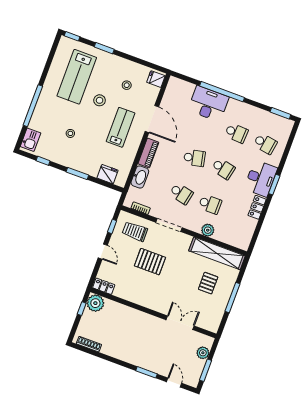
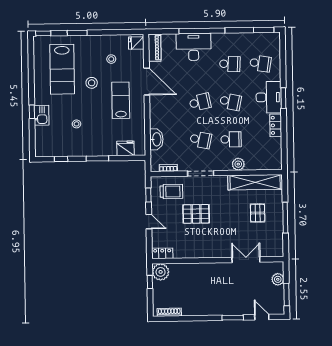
window: (33, 106) -> (32, 112), width x0.32
kitchen sink: (31, 140) -> (41, 115), moved
piano: (148, 153) -> (155, 48), moved
trolley: (135, 231) -> (171, 191), turned 180

